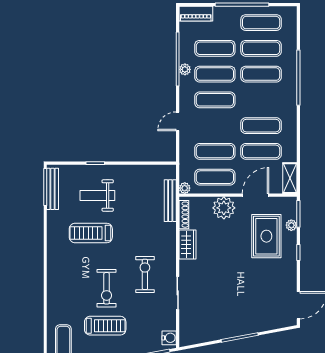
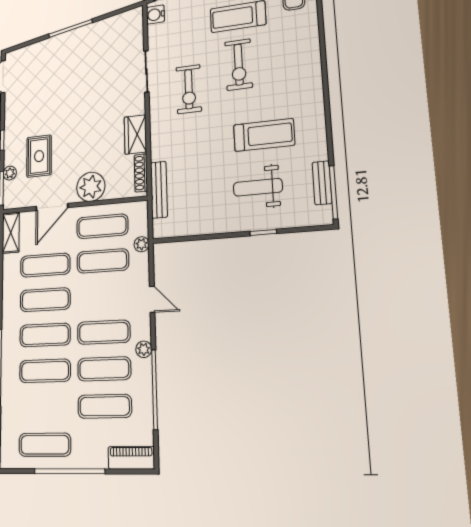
exercise mat: (261, 48) -> (45, 335), moved
plant: (185, 69) -> (144, 349), moved
door: (178, 121) -> (152, 299), hinge flipped
plant: (185, 188) -> (142, 244), moved
bench: (52, 189) -> (322, 183), width x0.73
weight bench: (97, 195) -> (258, 187), turned 180
rug: (266, 236) -> (39, 156), width x0.73, depth x0.70
exercise bike: (107, 288) -> (239, 65), turned 180

